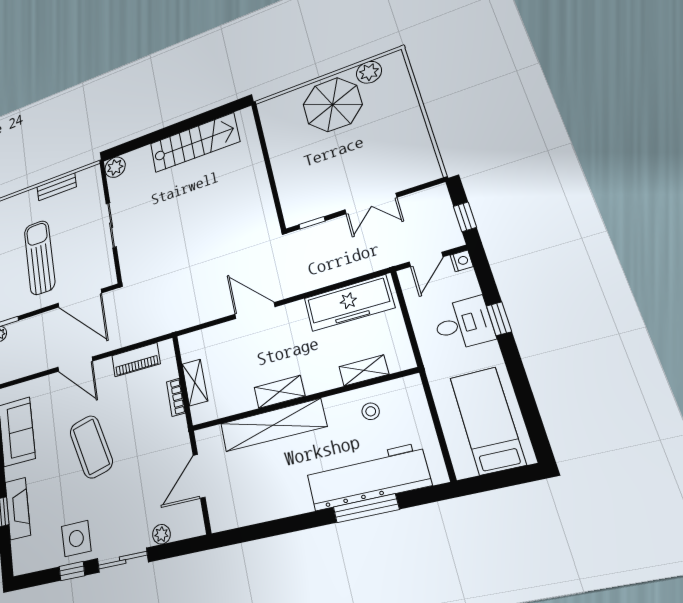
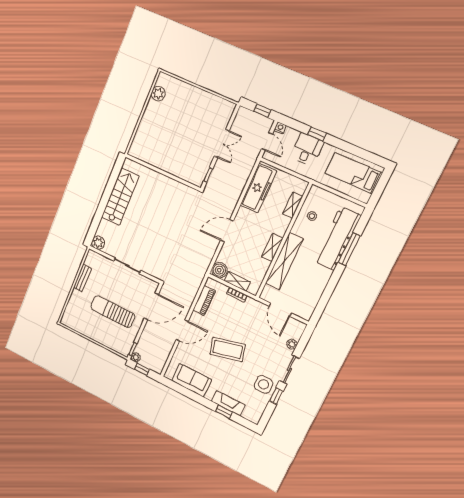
parasol: (333, 105) -> (159, 122), removed
boiler: (192, 346) -> (219, 270), added

